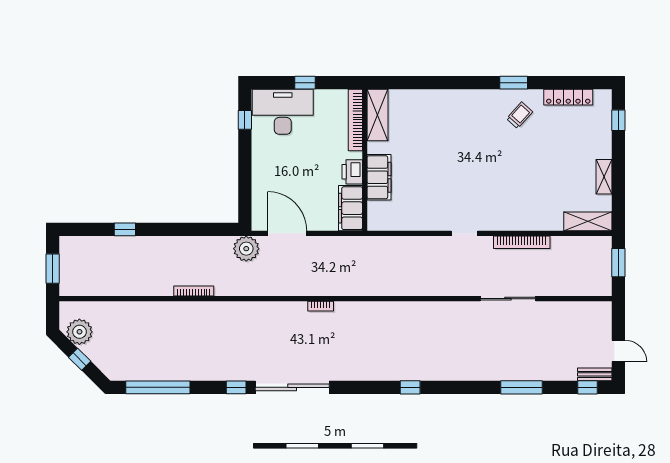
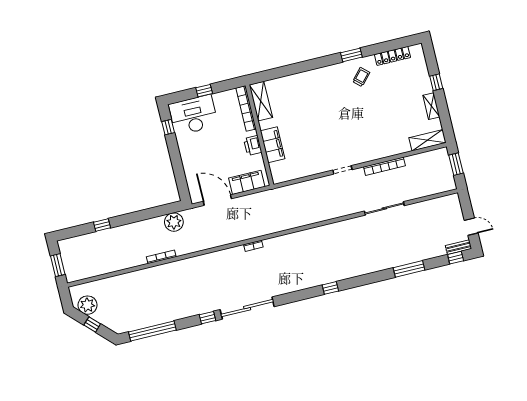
window: (618, 120) -> (436, 82), moved
filing cabinet: (350, 208) -> (247, 182), moved, turned 90
plant: (246, 249) -> (174, 222), moved

